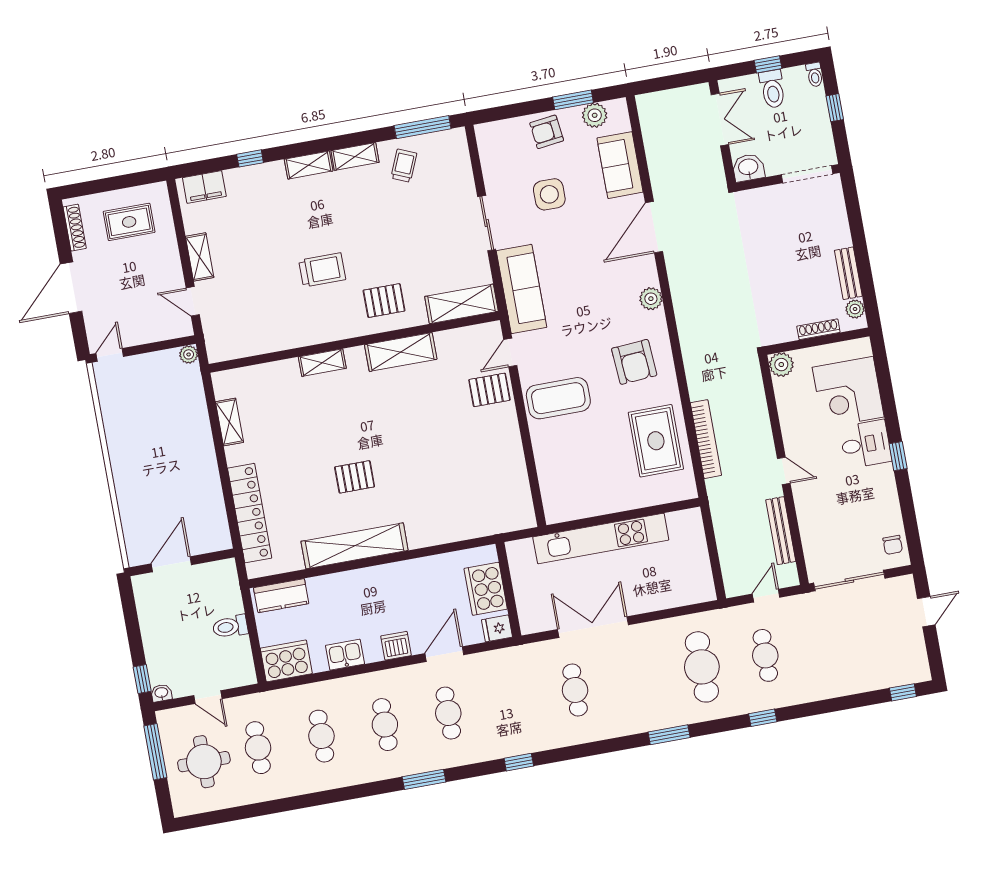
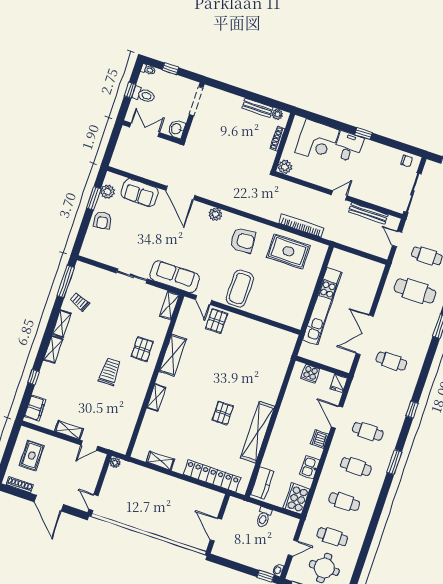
side table: (549, 194) -> (135, 236), removed
shelving: (461, 304) -> (169, 305), width x0.67, depth x0.75
cooker: (486, 589) -> (310, 374), width x0.53, depth x0.76

